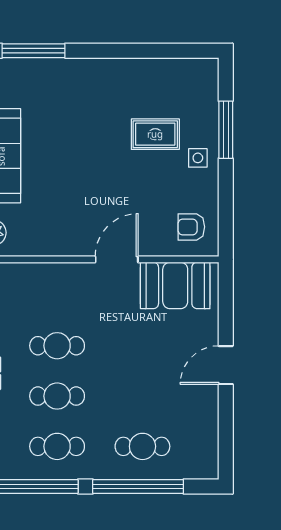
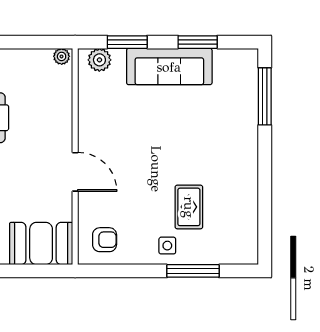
armchair: (191, 227) -> (105, 240), turned 90
booth: (175, 285) -> (41, 244), moved, turned 90

